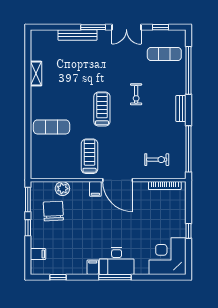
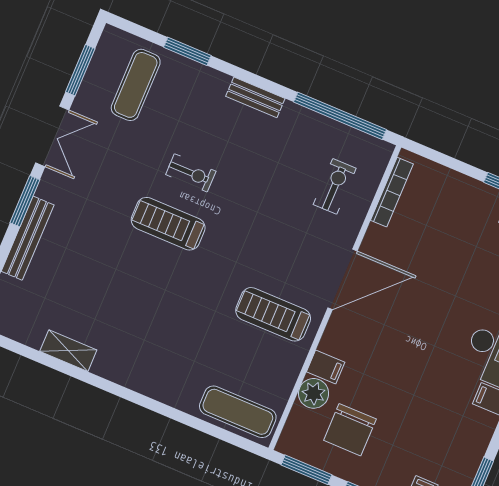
window: (161, 27) -> (80, 70), width x1.50
window: (189, 70) -> (187, 51), width x0.47
treadmill: (102, 109) -> (168, 224), moved
exercise mat: (52, 127) -> (238, 412), moved, turned 90
filing cabinet: (95, 189) -> (326, 367), moved
chair: (53, 211) -> (350, 430), turned -87

